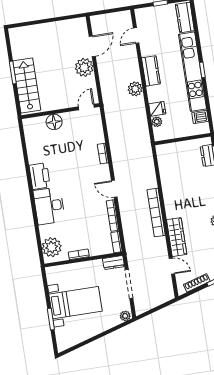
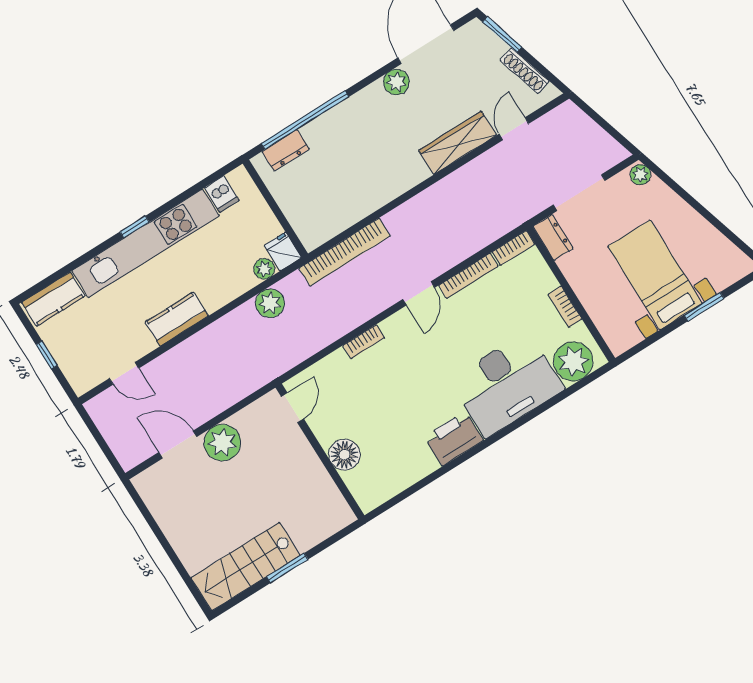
stairs: (27, 86) -> (246, 567), moved
plant: (135, 89) -> (270, 303), moved
door: (86, 107) -> (292, 408), swing flipped
fridge: (157, 109) -> (283, 251), moved
desk: (49, 206) -> (507, 384), width x1.36, depth x1.30
bookcase: (156, 212) -> (345, 252), moved

